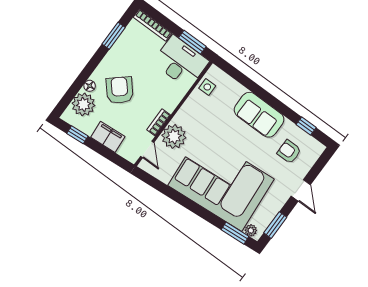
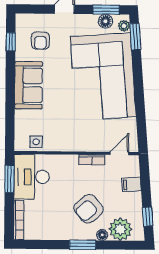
window: (114, 36) -> (83, 245), moved
filing cabinet: (108, 137) -> (132, 184), width x0.50
plant: (174, 137) -> (94, 140), removed
floor lamp: (266, 218) -> (105, 21), added

